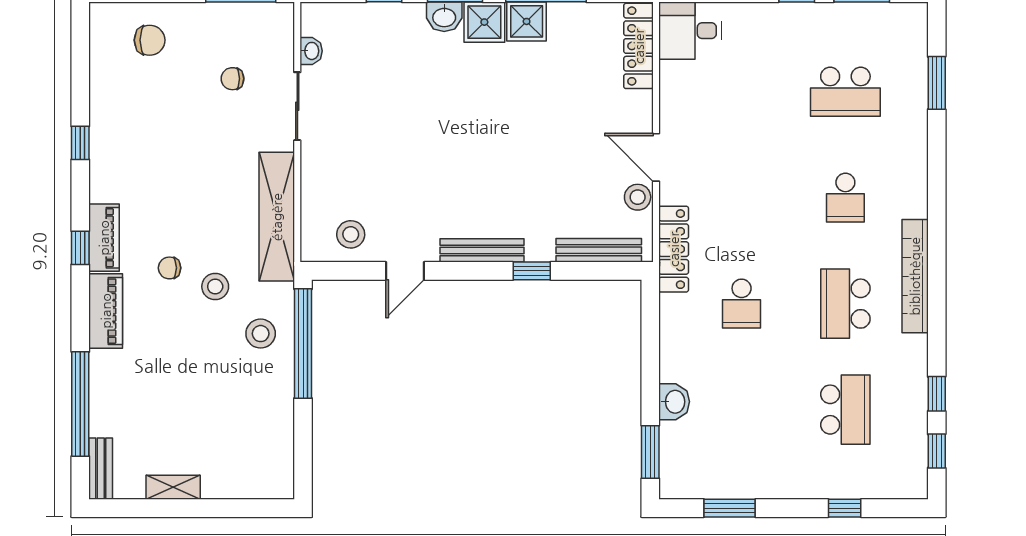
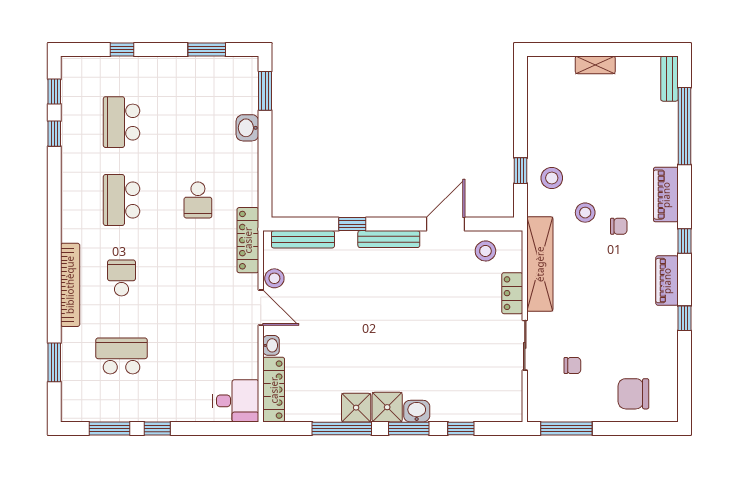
chair: (150, 40) -> (633, 394), width x1.37, depth x1.37
washbasin: (311, 51) -> (271, 345), moved, turned 180
locker: (314, 177) -> (512, 293), added
piano: (104, 238) -> (667, 281), moved
door: (405, 271) -> (446, 224), width x1.37
bookcase: (915, 276) -> (70, 285), moved
school desk: (742, 304) -> (198, 200), turned 180
school desk: (845, 304) -> (121, 200), turned 180
window: (303, 344) -> (521, 171), width x0.32
shelving: (173, 487) -> (595, 65), moved

